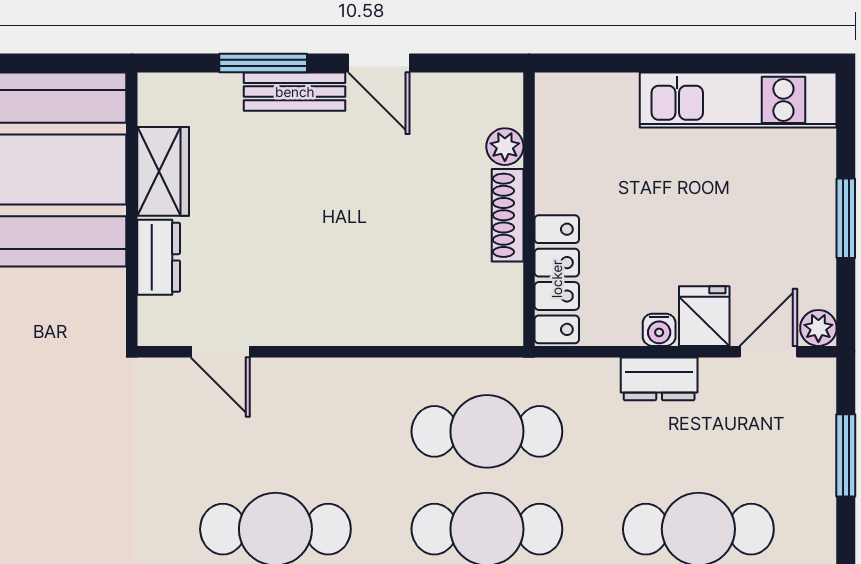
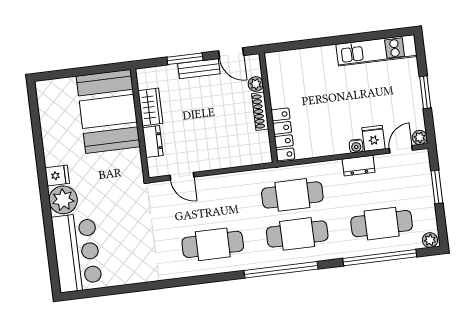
plant: (505, 147) -> (256, 84), moved
wall: (529, 209) -> (268, 108), moved
shoe rack: (508, 215) -> (260, 111), moved
locker: (557, 279) -> (283, 134), moved

